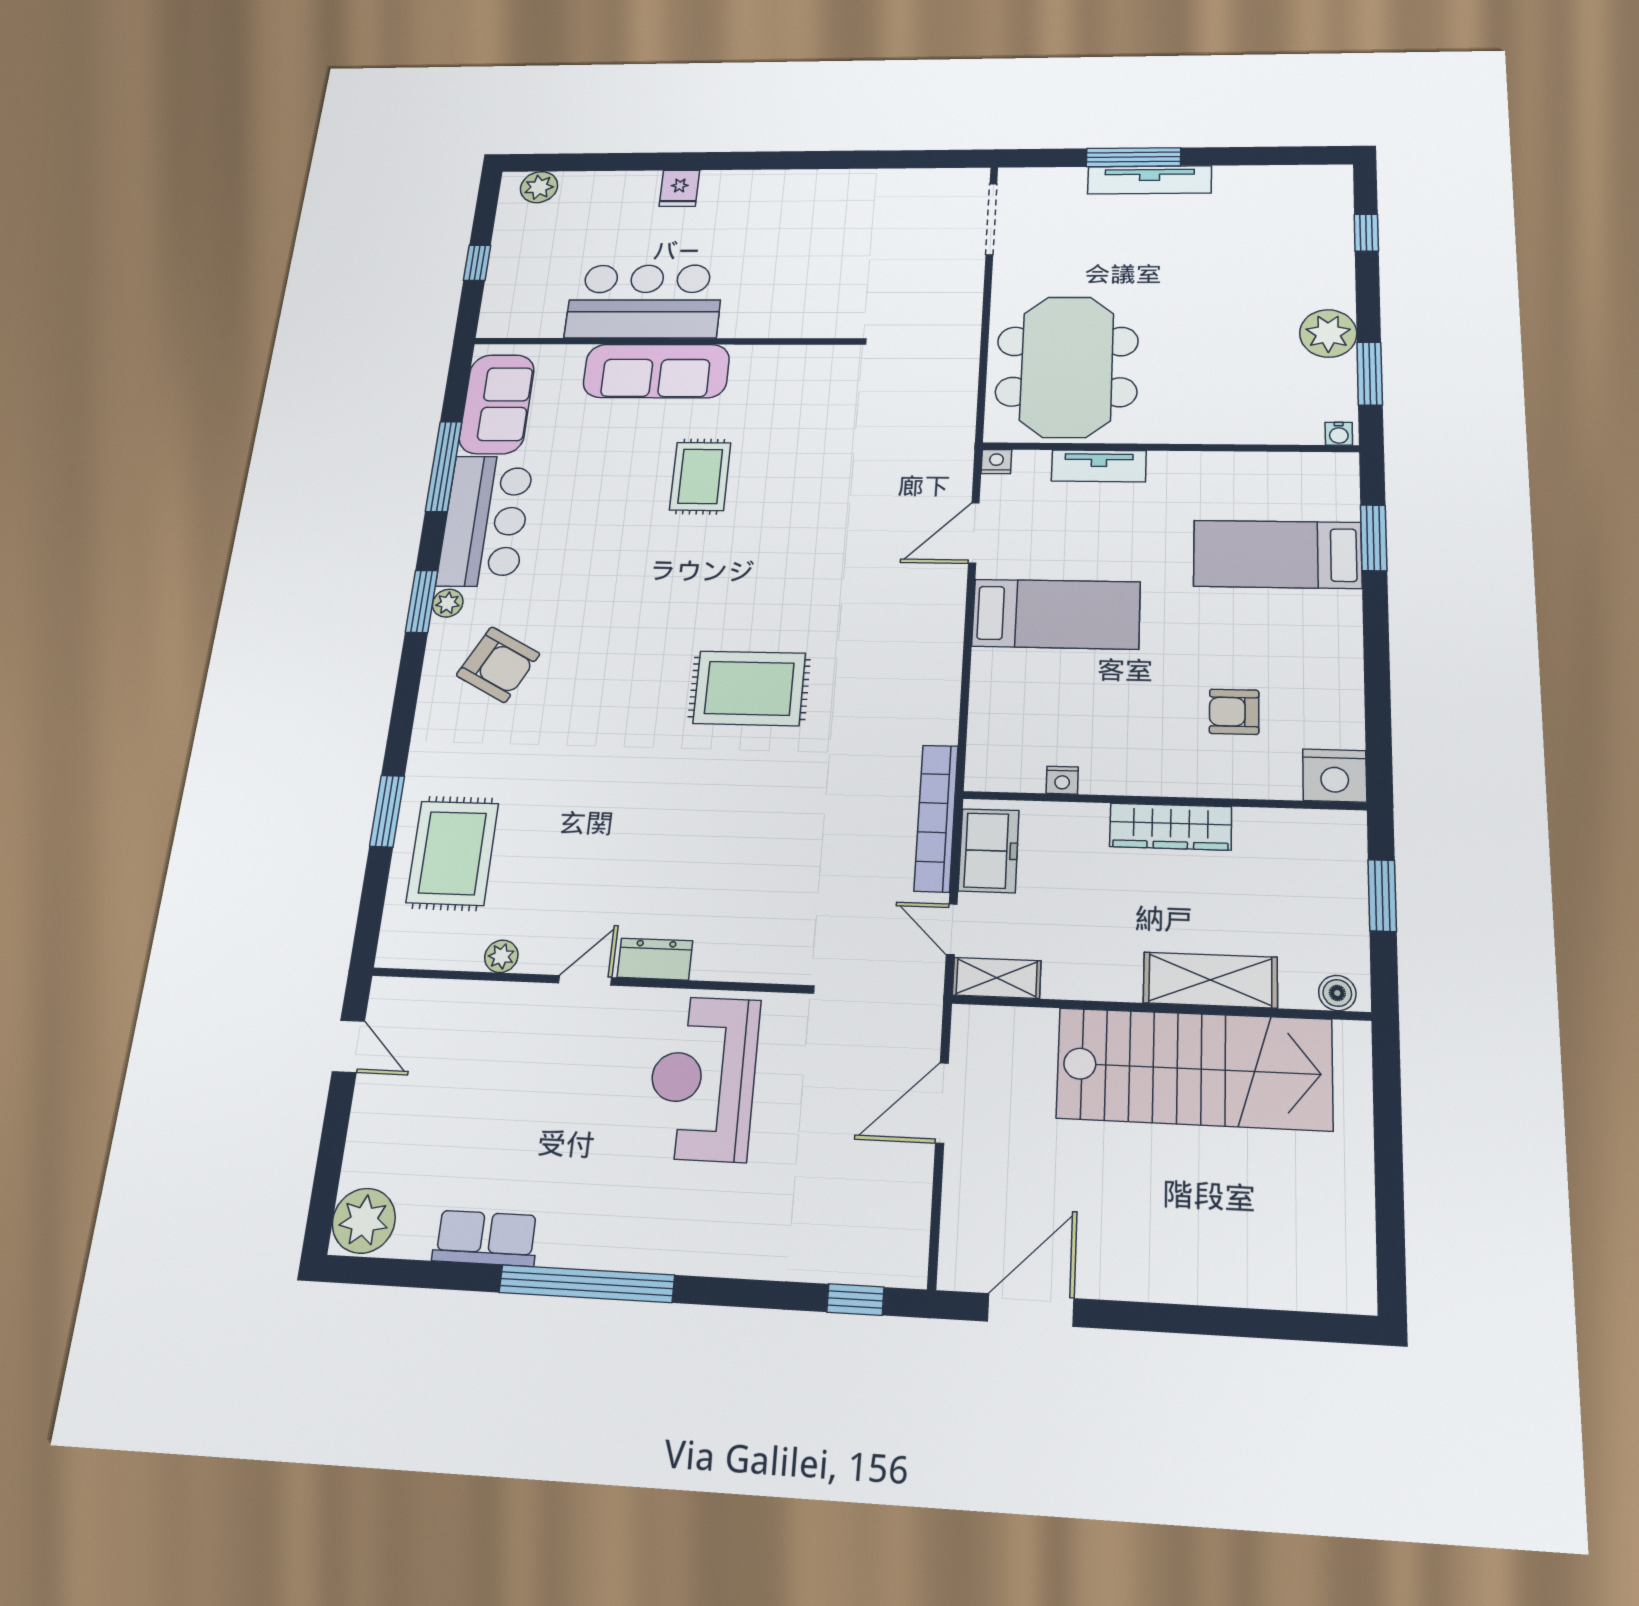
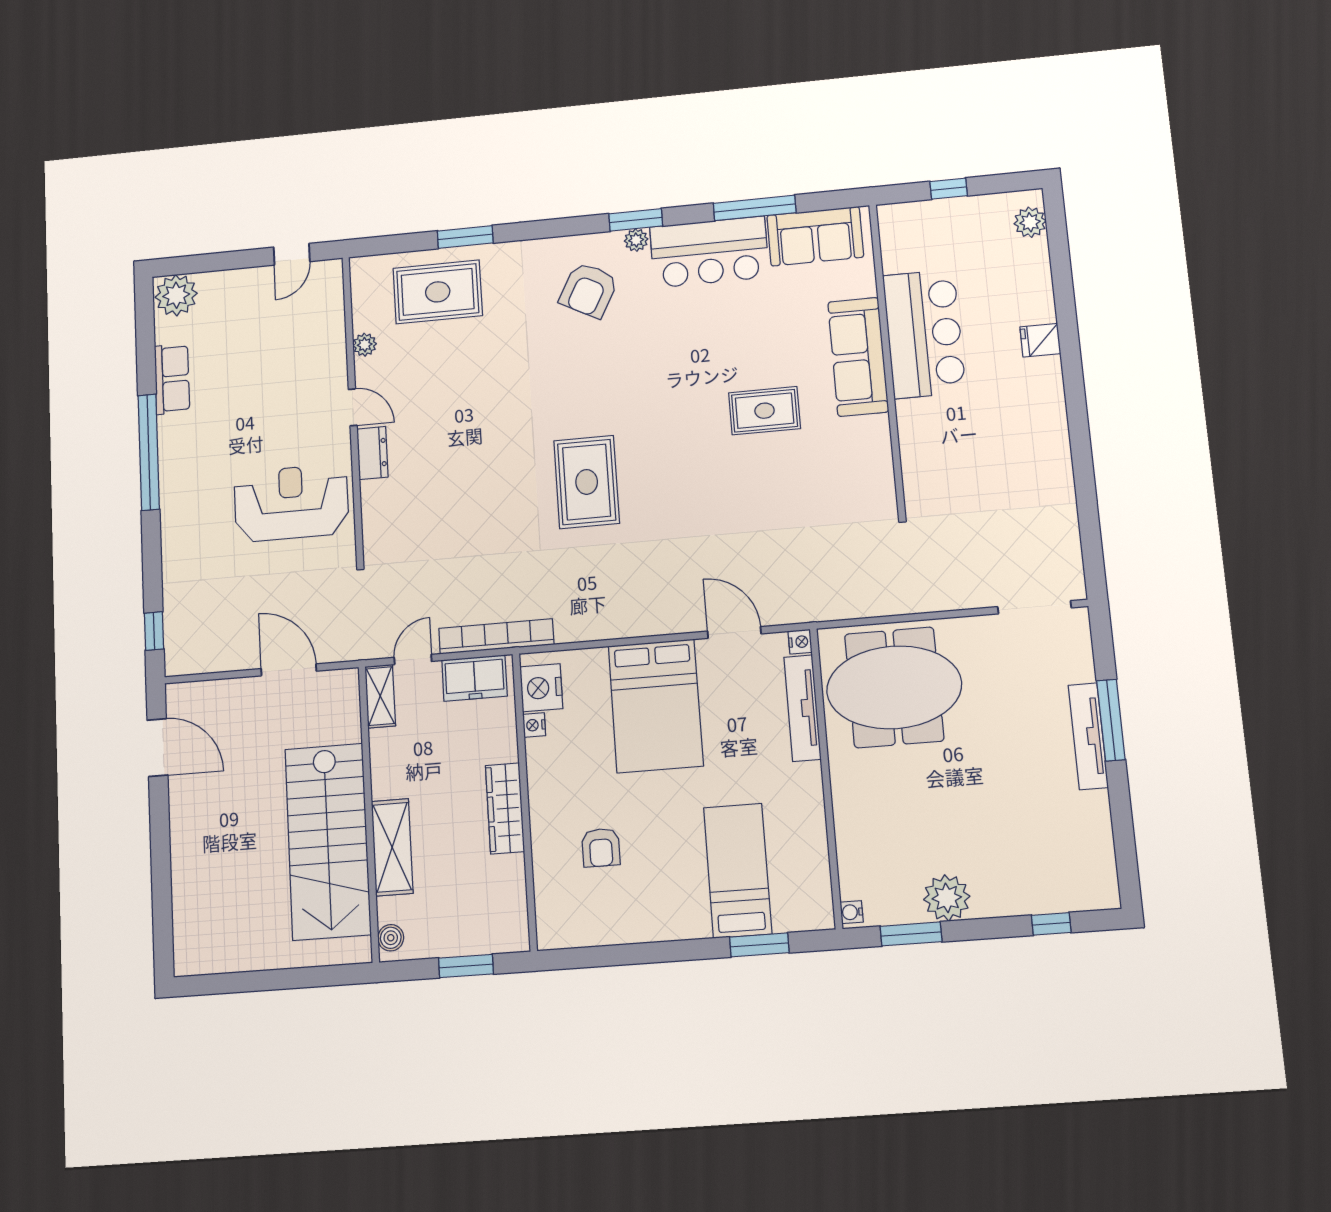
tv unit: (1099, 466) -> (802, 708), width x1.41
bed: (1056, 614) -> (656, 706), width x1.50
armchair: (1234, 712) -> (601, 848), turned 180
nightstand: (1335, 776) -> (541, 688), moved

